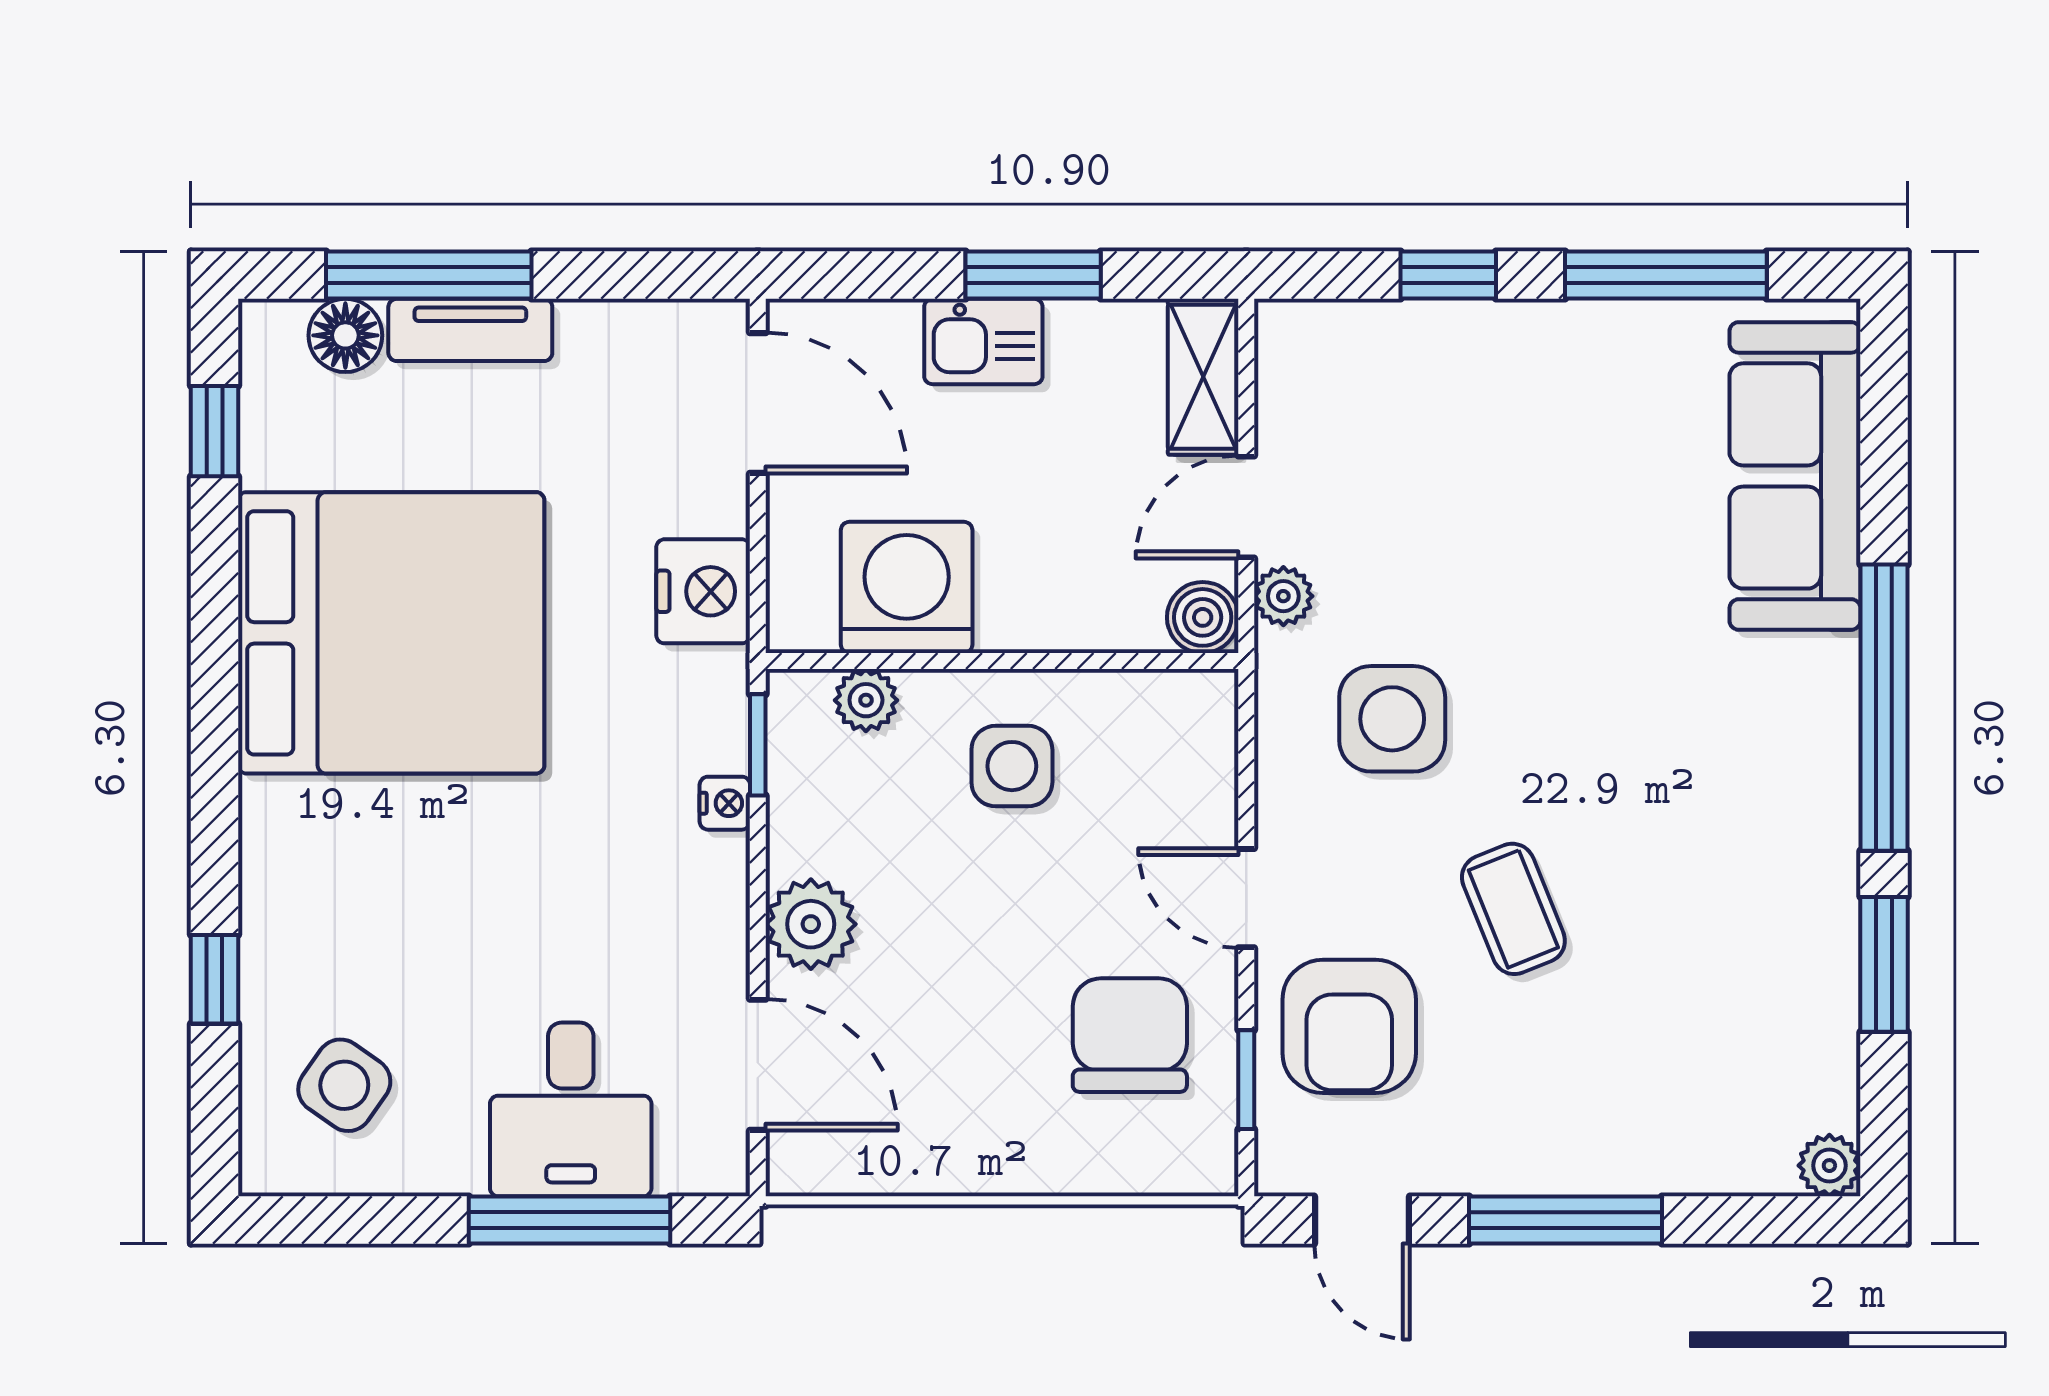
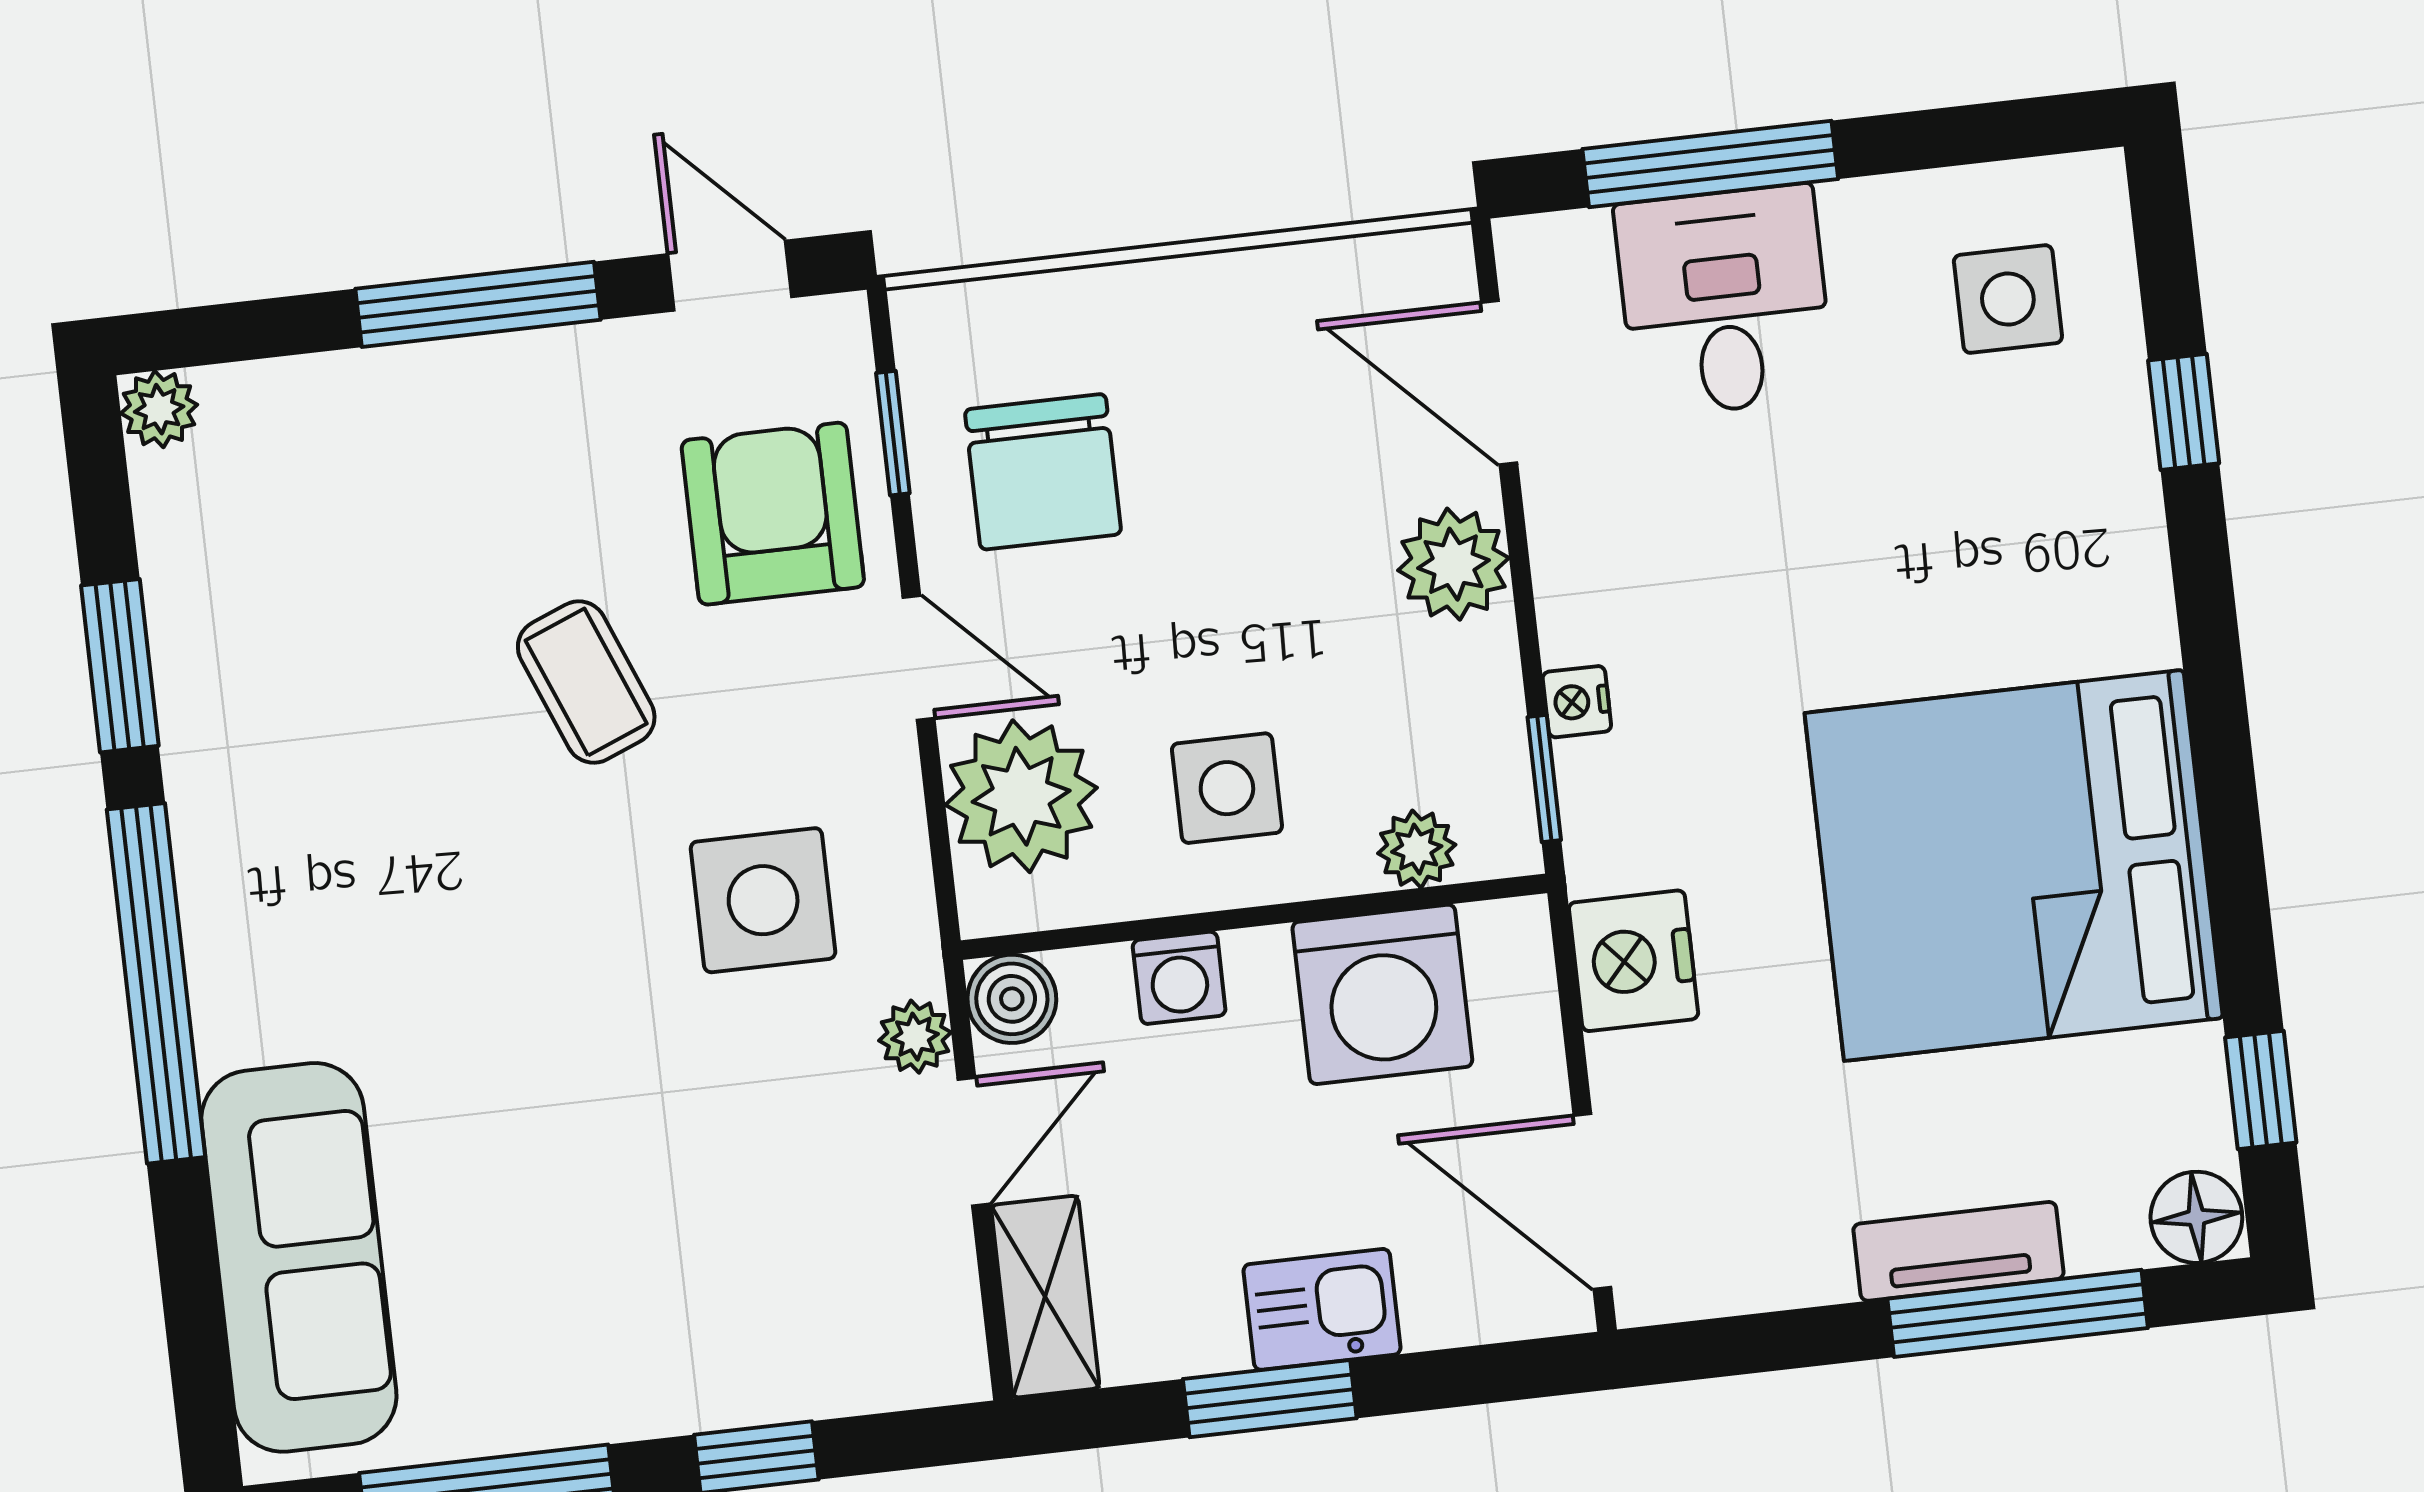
floor lamp: (345, 335) -> (2196, 1217), moved
washing machine: (1067, 619) -> (1179, 978), added
plant: (1177, 778) -> (1021, 796), added
side table: (344, 1085) -> (2008, 299), turned -35

